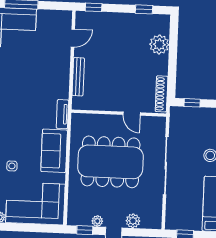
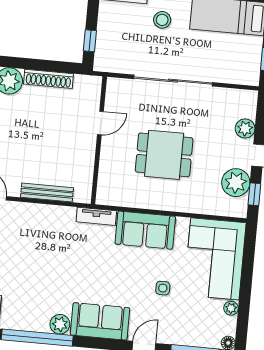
shoe rack: (162, 94) -> (49, 79), moved
dining table: (110, 162) -> (164, 155), width x0.53, depth x0.80
plant: (97, 221) -> (236, 183), width x1.87, depth x1.87

